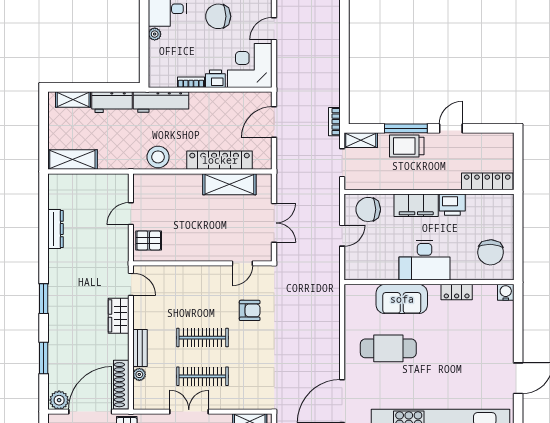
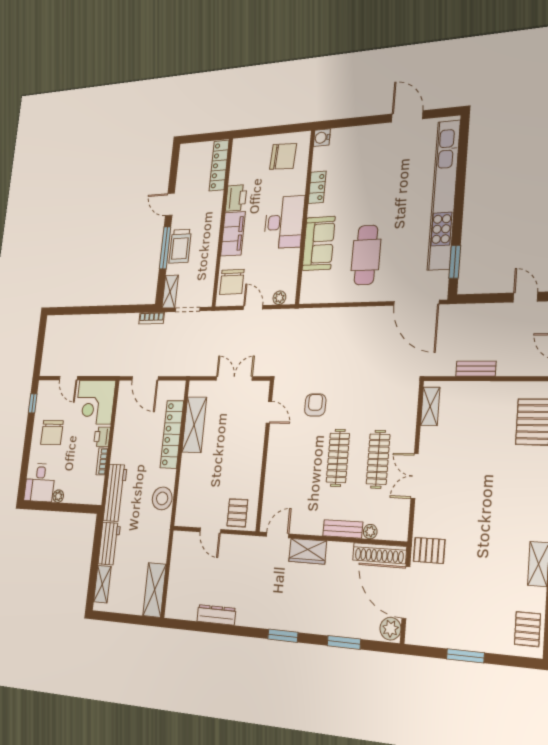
plant: (351, 263) -> (279, 298), added

